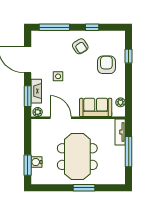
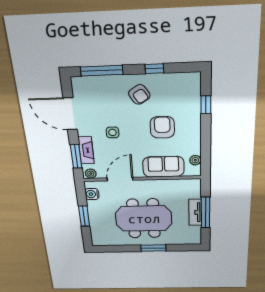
armchair: (106, 65) -> (162, 127), moved
door: (61, 118) -> (120, 179), hinge flipped
tv unit: (120, 132) -> (195, 212), moved
meeting table: (77, 157) -> (144, 219), turned 90
water cooler: (37, 162) -> (92, 194), moved
window: (28, 165) -> (84, 216), moved

